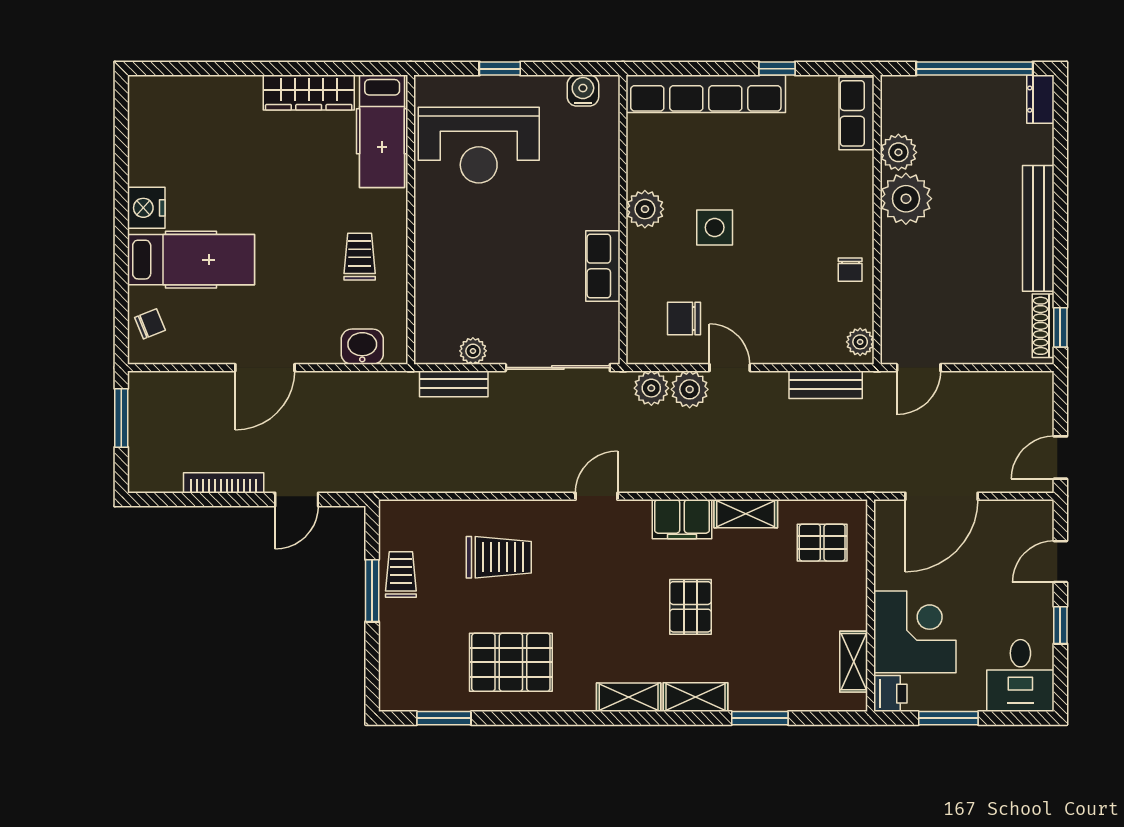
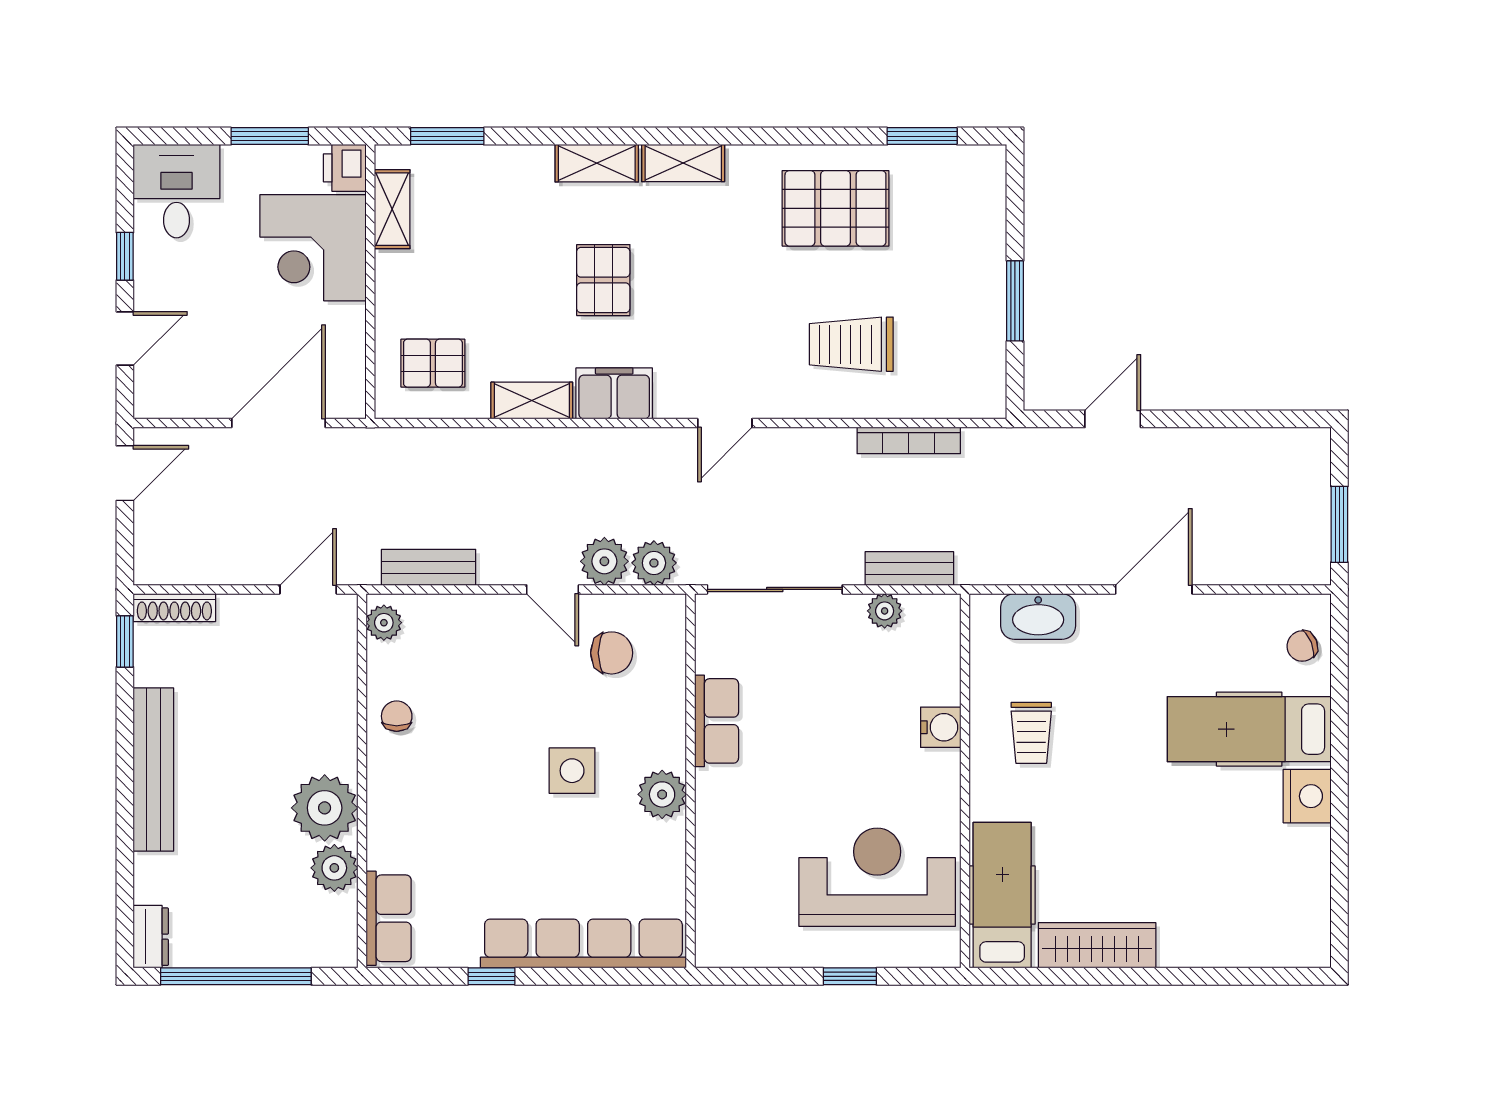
water cooler: (583, 91) -> (941, 727), moved, turned -90
shoe rack: (1043, 326) -> (174, 608), moved, turned 90
washbasin: (362, 347) -> (1038, 617), width x1.38
bookcase: (224, 483) -> (909, 440), moved
trolley: (401, 575) -> (978, 322), removed
window: (760, 718) -> (447, 136), moved

